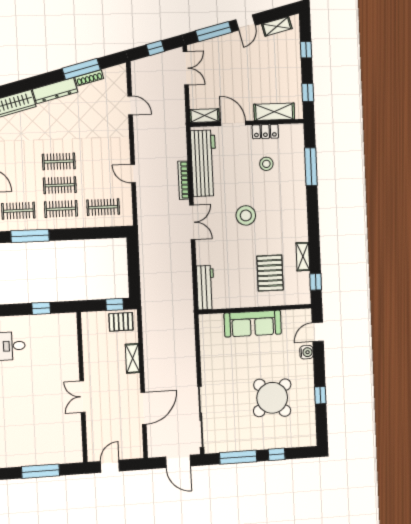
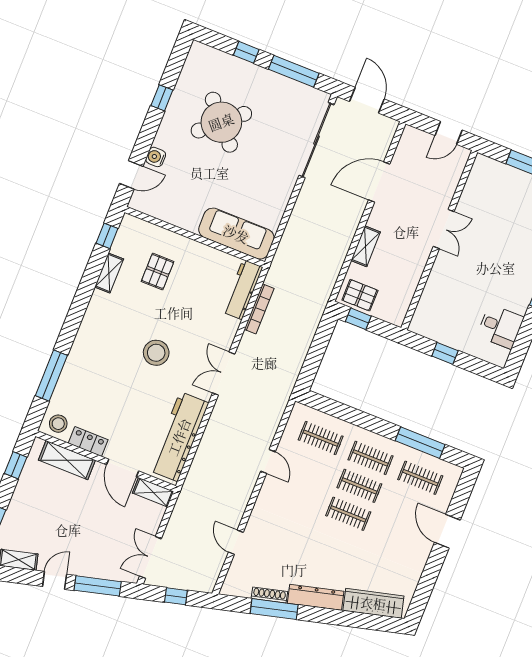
stool: (266, 164) -> (58, 424), moved
bookcase: (184, 180) -> (259, 309), moved
pallet: (270, 273) -> (158, 271), width x0.67, depth x0.71
sofa: (253, 324) -> (236, 234), moved

